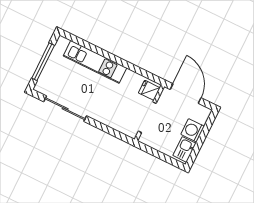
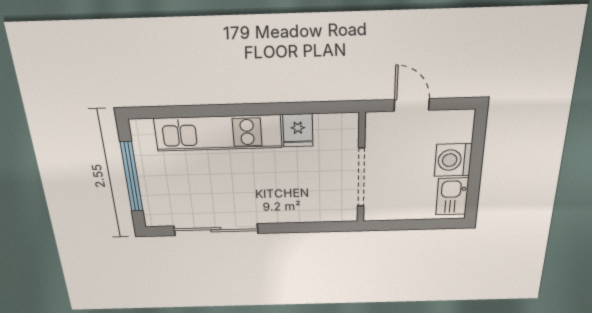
fridge: (149, 90) -> (298, 130), moved, turned -90
door: (186, 94) -> (412, 105), width x0.53

